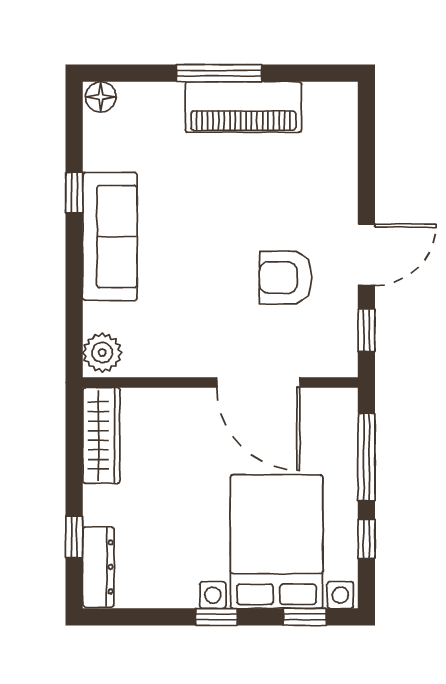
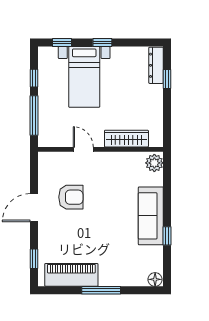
piano: (243, 107) -> (71, 275), moved
window: (366, 330) -> (34, 259), moved
door: (258, 382) -> (83, 149), width x0.53
wardrobe: (101, 436) -> (126, 139), moved, turned 90
bed with nightstands: (277, 542) -> (84, 77), width x0.73

